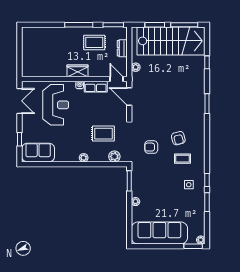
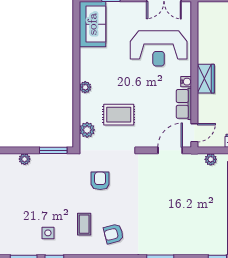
rug: (103, 134) -> (119, 115), turned 90
armchair: (178, 138) -> (114, 234), moved

